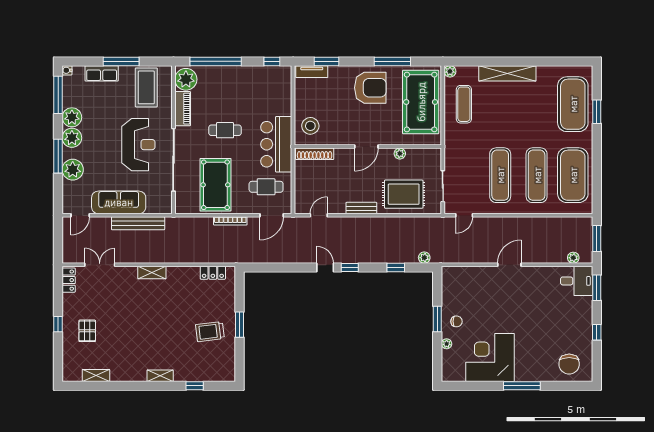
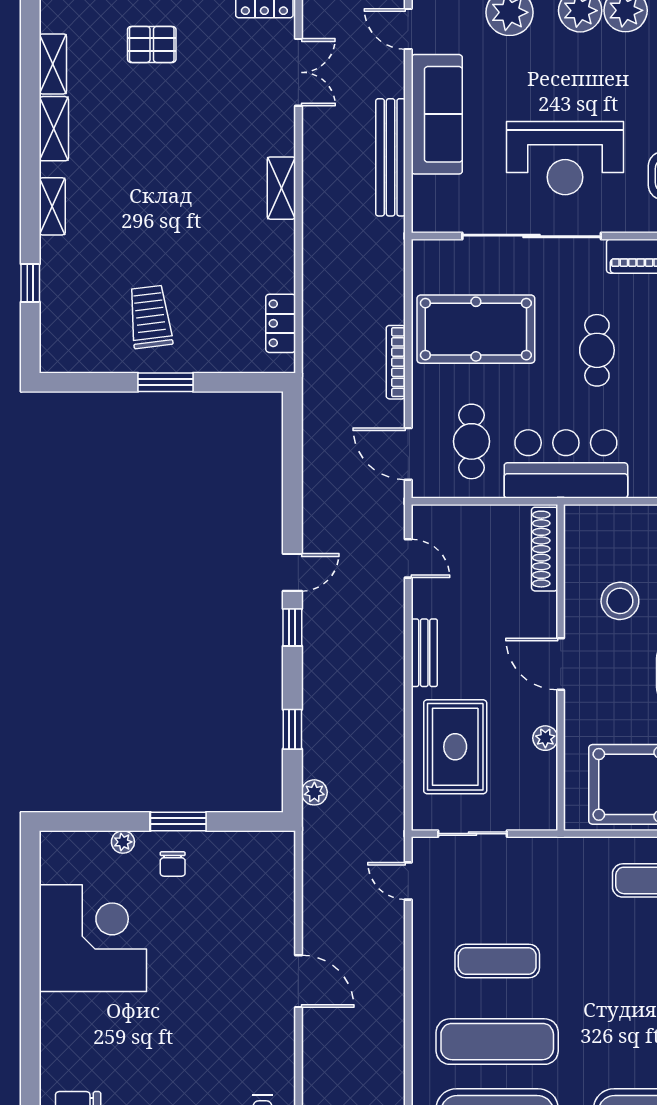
stool: (310, 126) -> (620, 601), moved
exercise mat: (500, 175) -> (497, 961), width x0.73, depth x0.69
shelving: (125, 375) -> (54, 129), added
window: (522, 386) -> (30, 1009), removed

